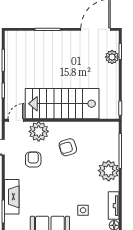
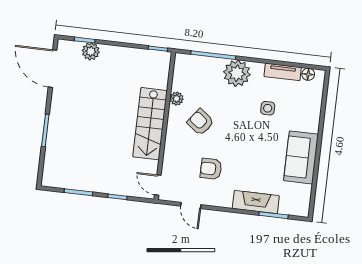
stairs: (62, 104) -> (150, 124), width x0.73, depth x0.66
plant: (39, 131) -> (177, 99), moved, width x0.53, depth x0.53
armchair: (68, 147) -> (200, 122), turned 144
side table: (83, 210) -> (268, 108), moved

